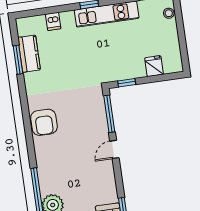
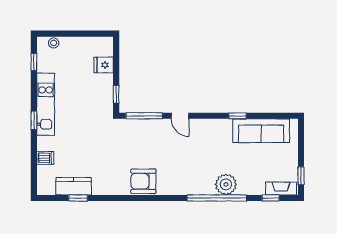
window: (18, 60) -> (78, 198), width x0.67
armchair: (44, 122) -> (143, 181), turned 180

